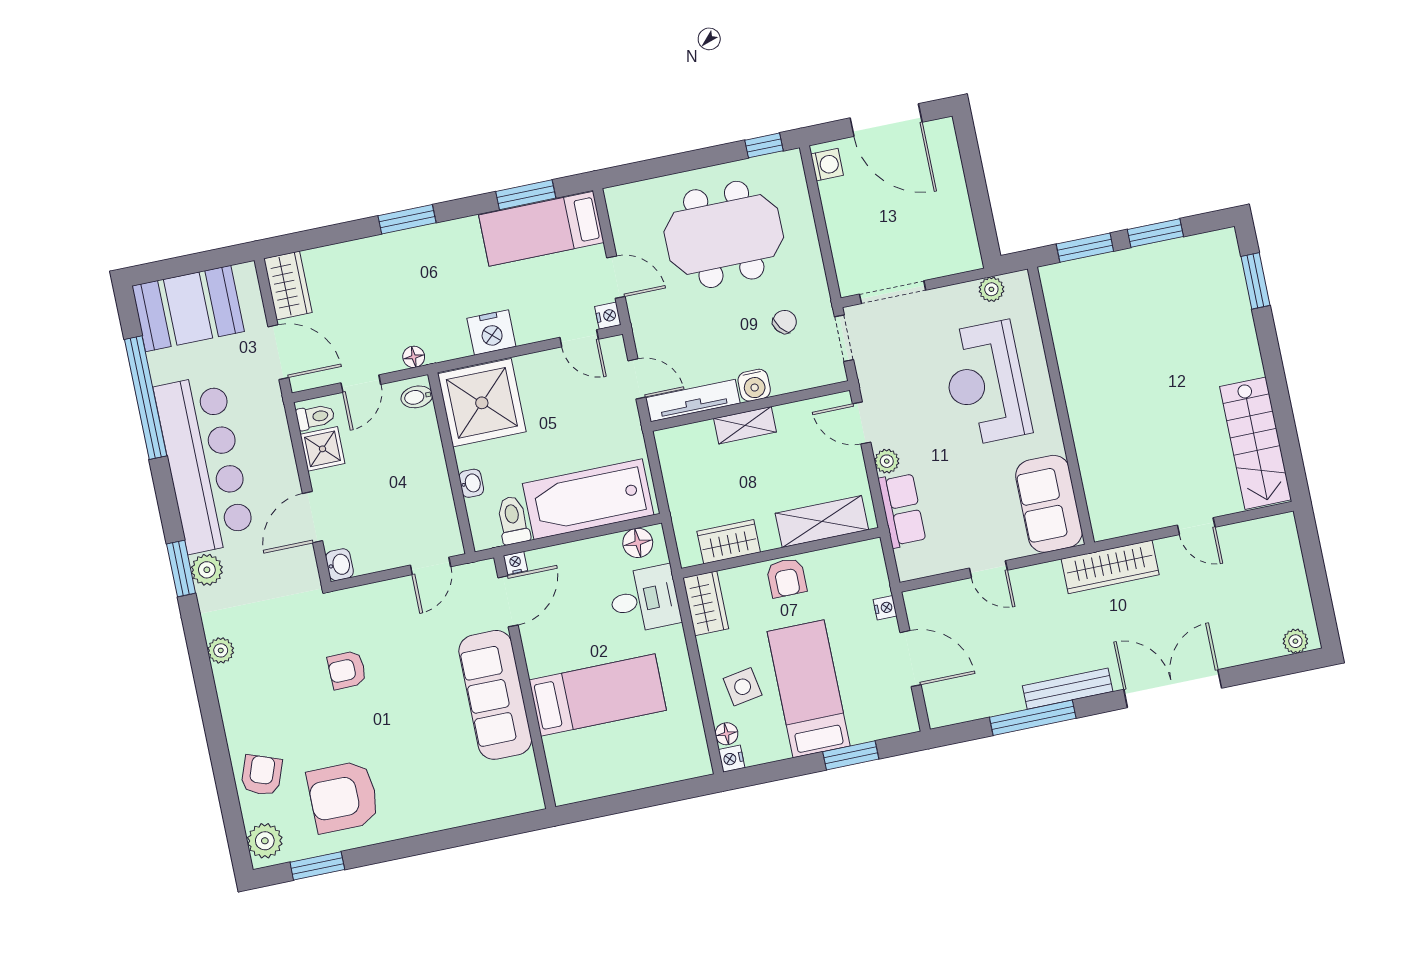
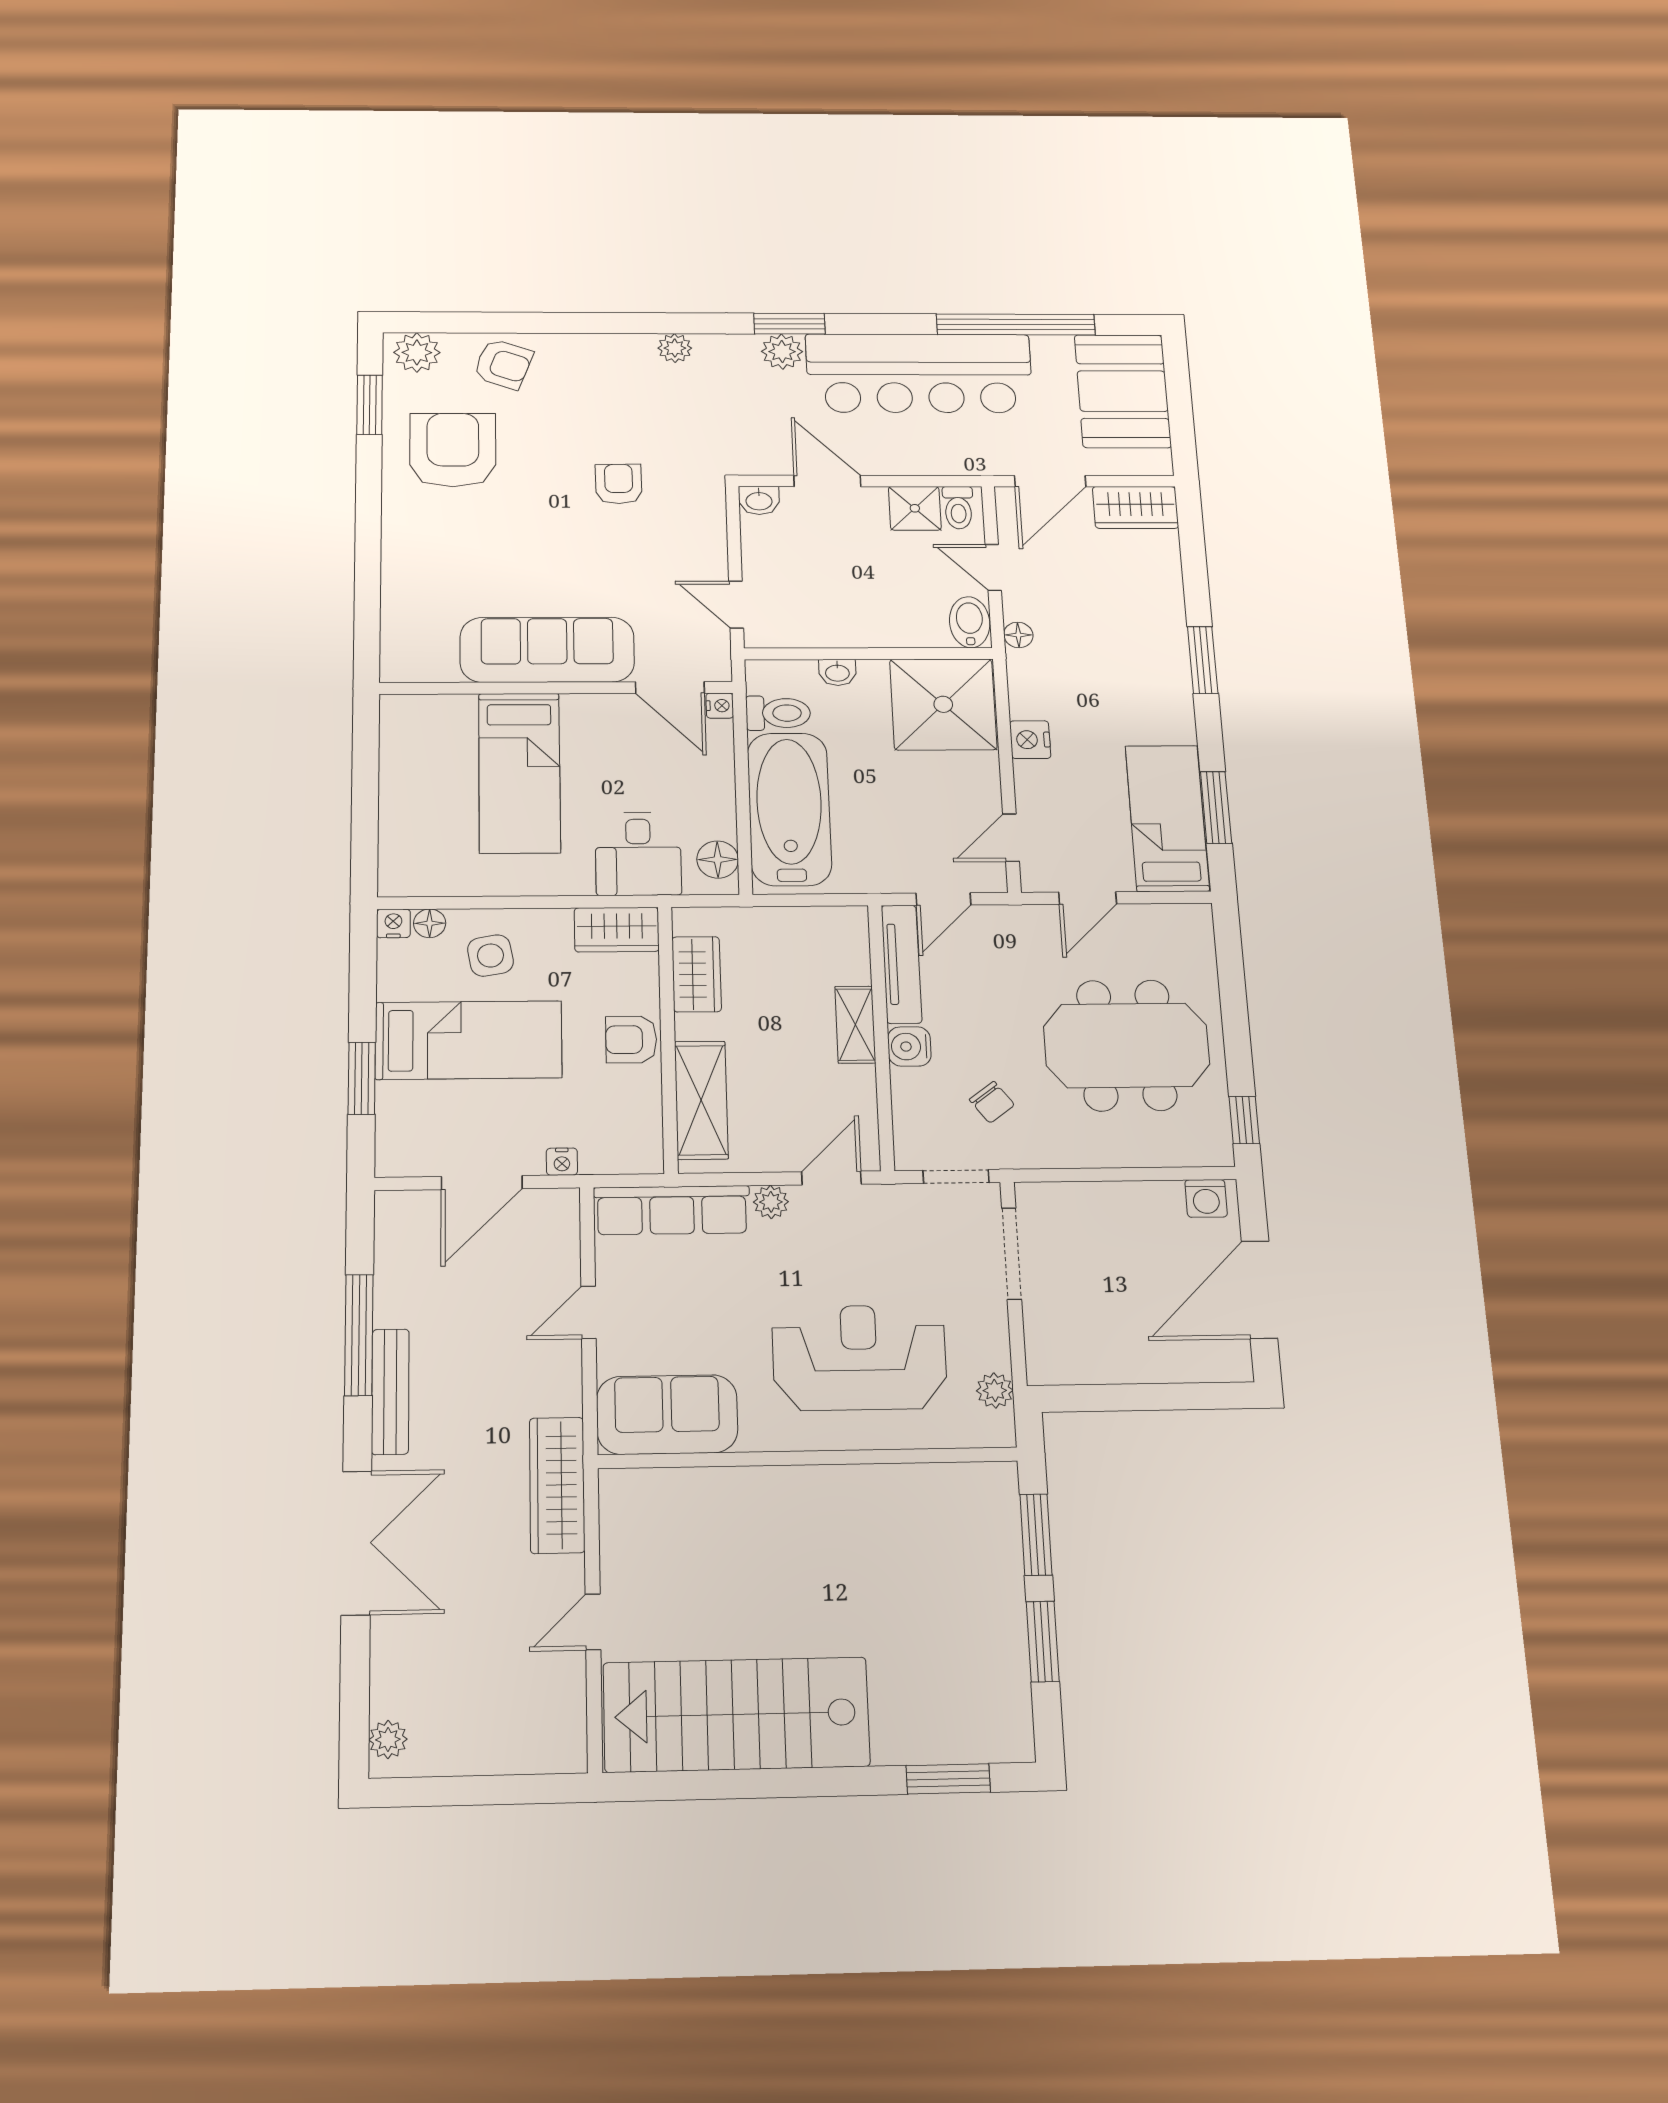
meeting table: (724, 234) -> (1127, 1045), turned 90
nightstand: (608, 316) -> (1036, 879), removed
nightstand: (491, 332) -> (1030, 740), width x0.74, depth x0.75
bidet: (417, 397) -> (970, 622), width x1.38, depth x1.36
stairs: (1255, 443) -> (736, 1714), width x1.36, depth x1.51
row of seats: (902, 510) -> (672, 1210), width x1.48

